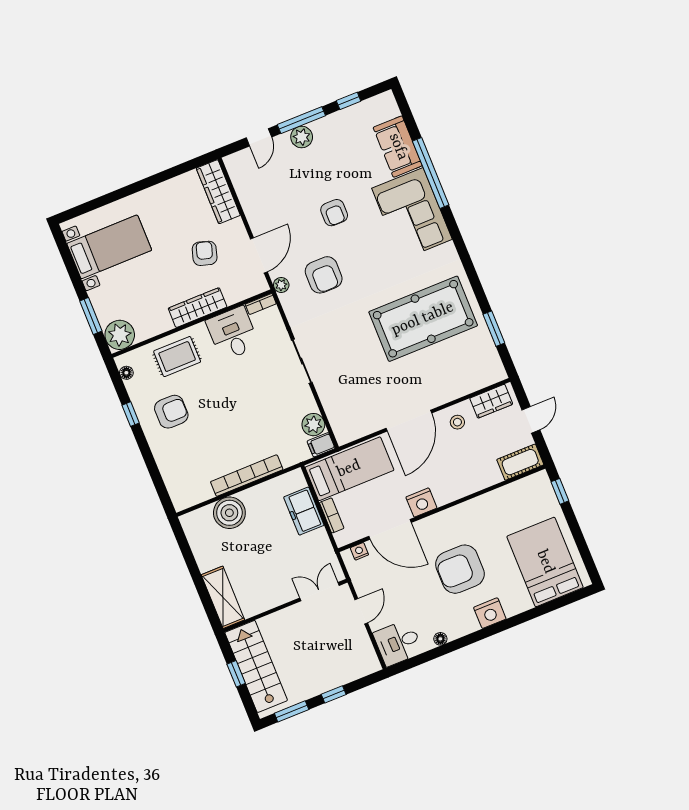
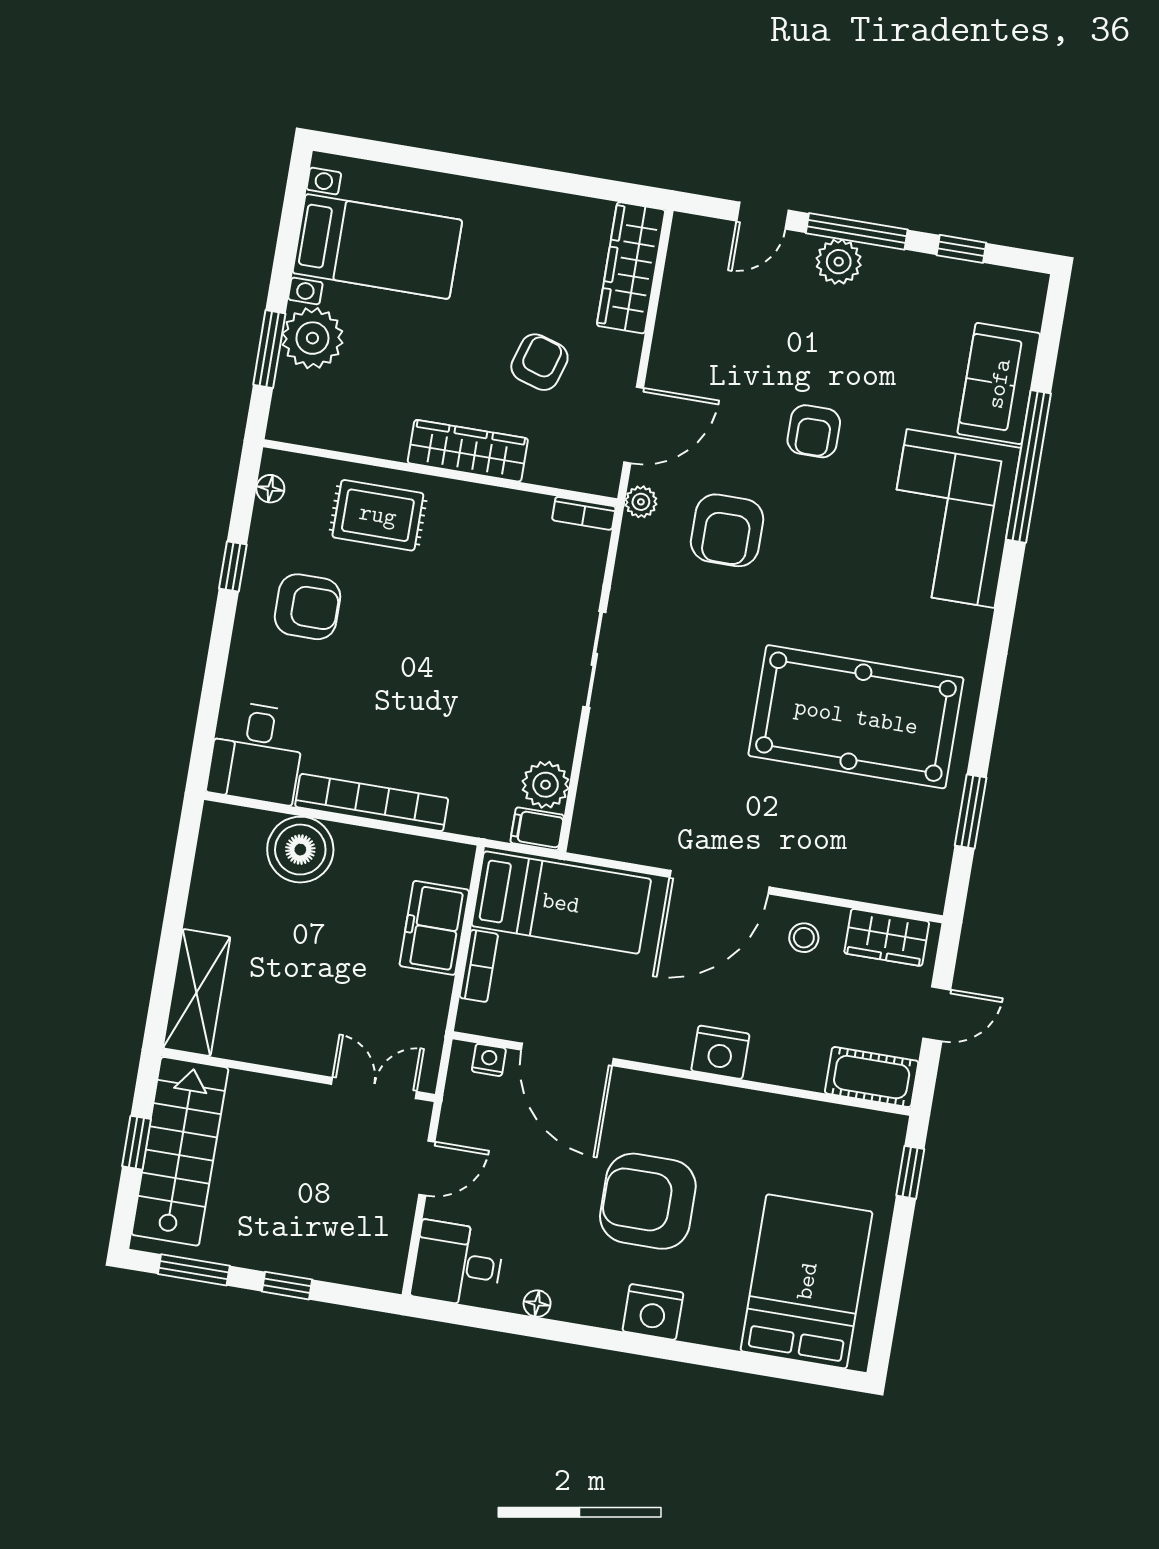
desk: (233, 333) -> (256, 753), moved, turned 180
plant: (120, 335) -> (312, 338), moved
nightstand: (421, 502) -> (720, 1052), moved

